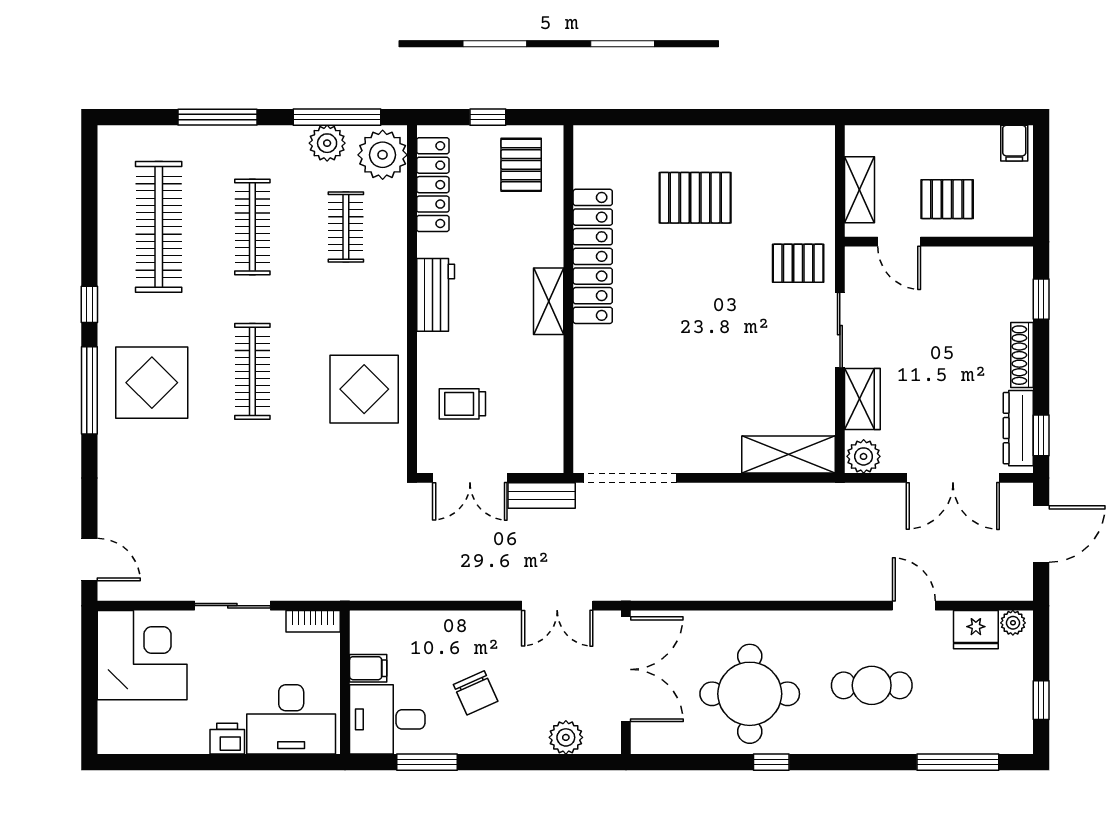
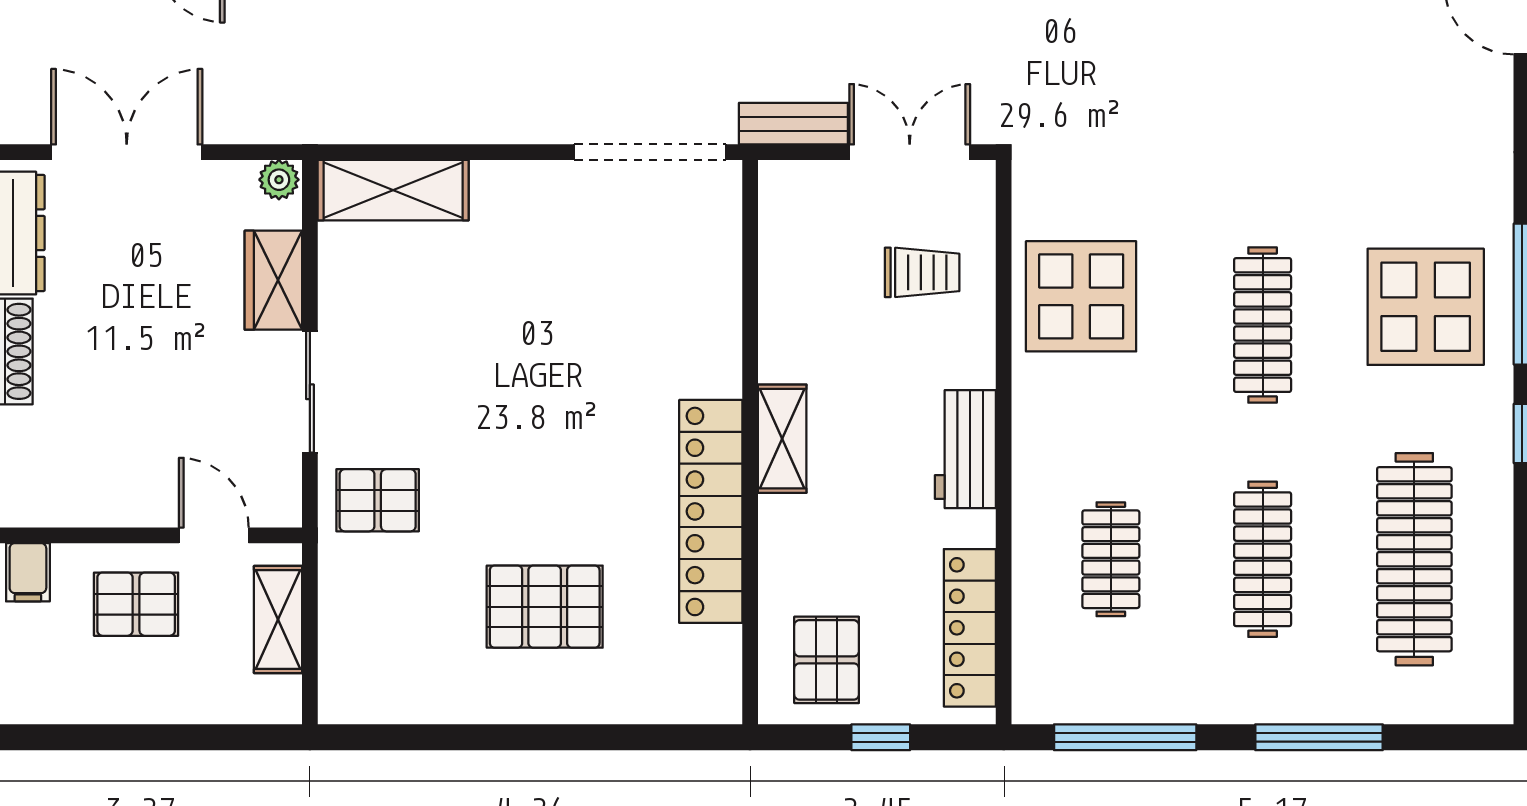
plant: (327, 143) -> (1141, 695), removed
filing cabinet: (1014, 143) -> (28, 572), moved, turned 180
plant: (383, 155) -> (1051, 676), removed
plant: (864, 456) -> (279, 180), width x0.73, depth x0.73

